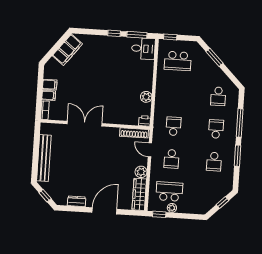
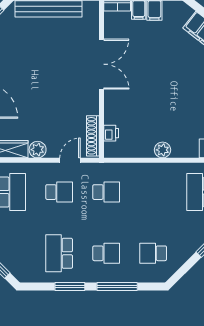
plant: (146, 97) -> (163, 150), moved
printer: (145, 121) -> (111, 133), moved
school desk: (171, 159) -> (59, 192), turned 180
school desk: (214, 162) -> (59, 253), width x1.85

